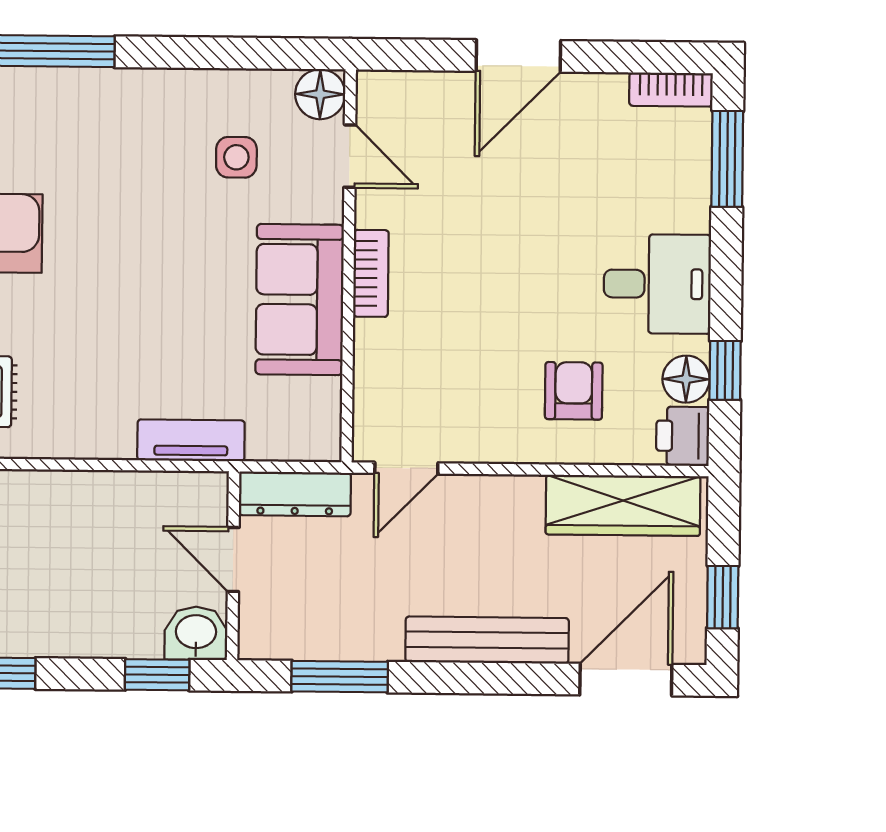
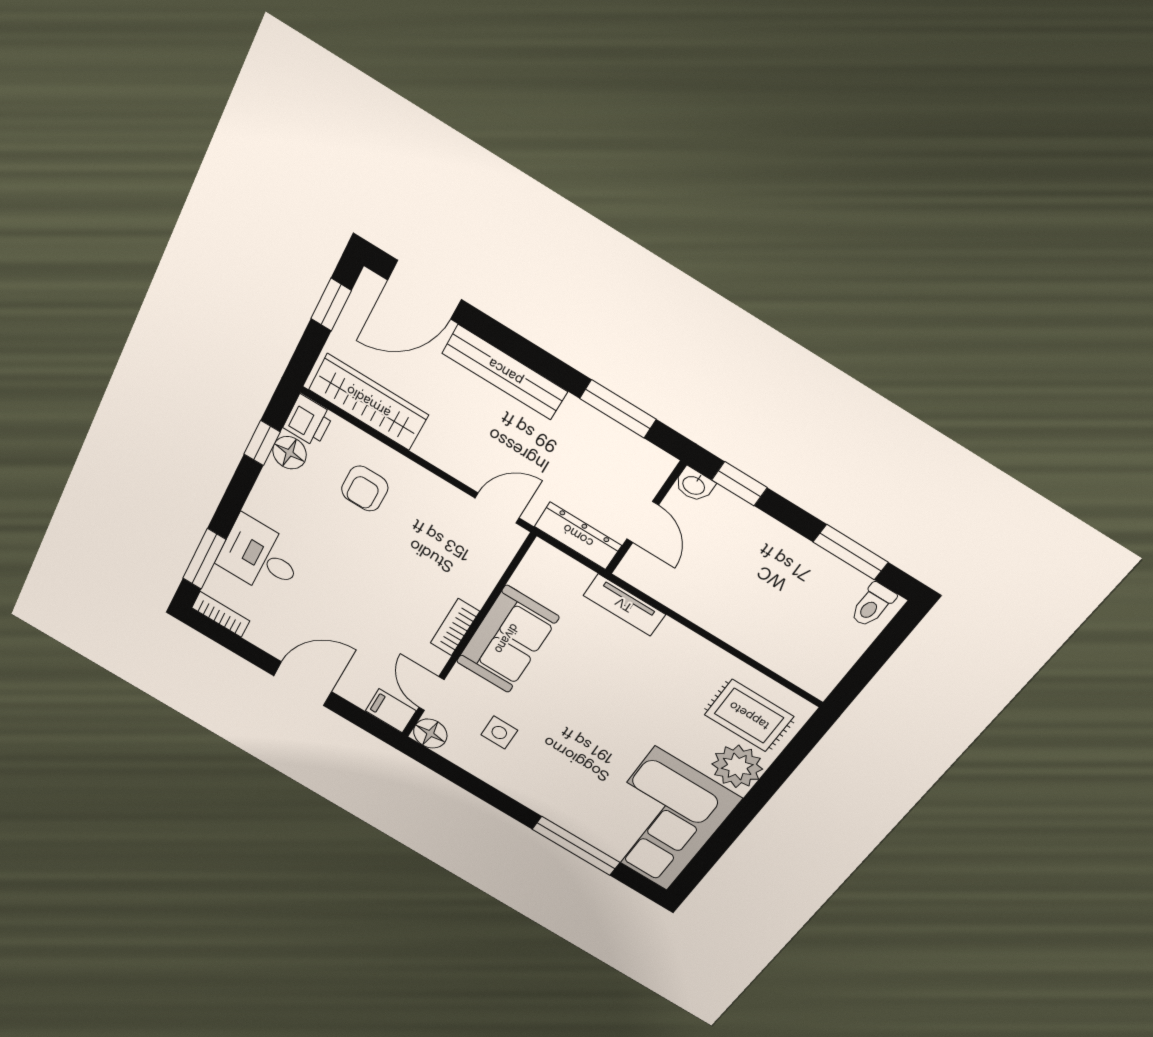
filing cabinet: (387, 94) -> (391, 711), added
desk: (657, 284) -> (260, 557), moved
washbasin: (196, 633) -> (694, 485), width x0.72, depth x0.69

